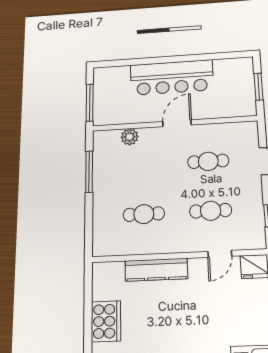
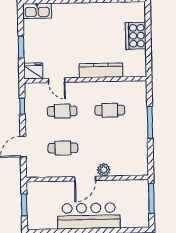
plant: (130, 137) -> (104, 170), moved
window: (89, 172) -> (150, 122), moved
door: (220, 254) -> (57, 80), swing flipped

